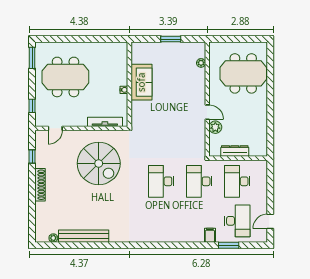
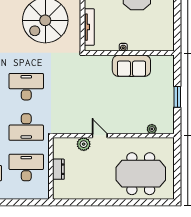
meeting table: (243, 73) -> (141, 174), turned 90
door: (207, 112) -> (100, 136), swing flipped
dresser: (235, 151) -> (58, 169), width x0.70
desk: (199, 181) -> (26, 127), turned 180

